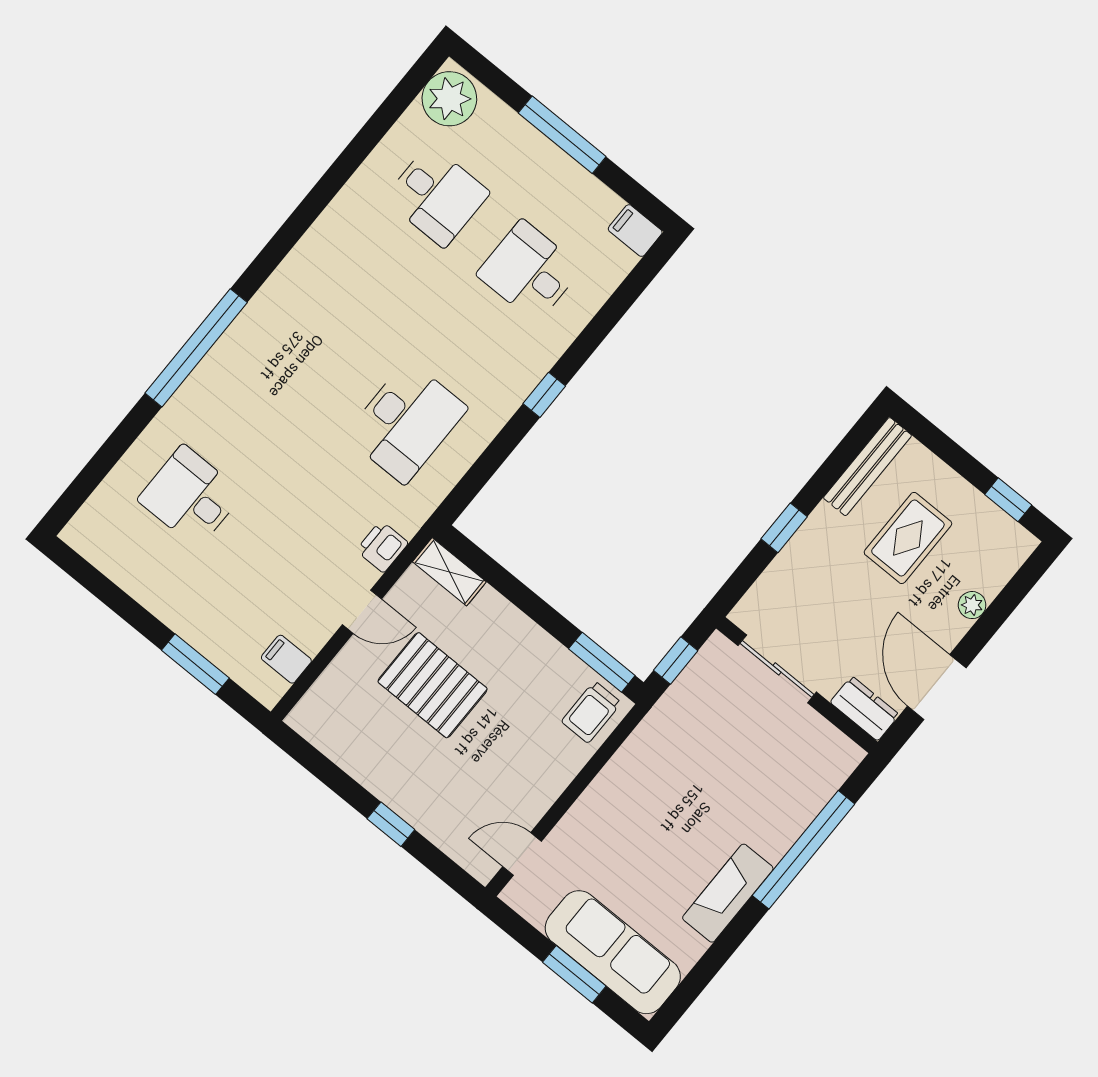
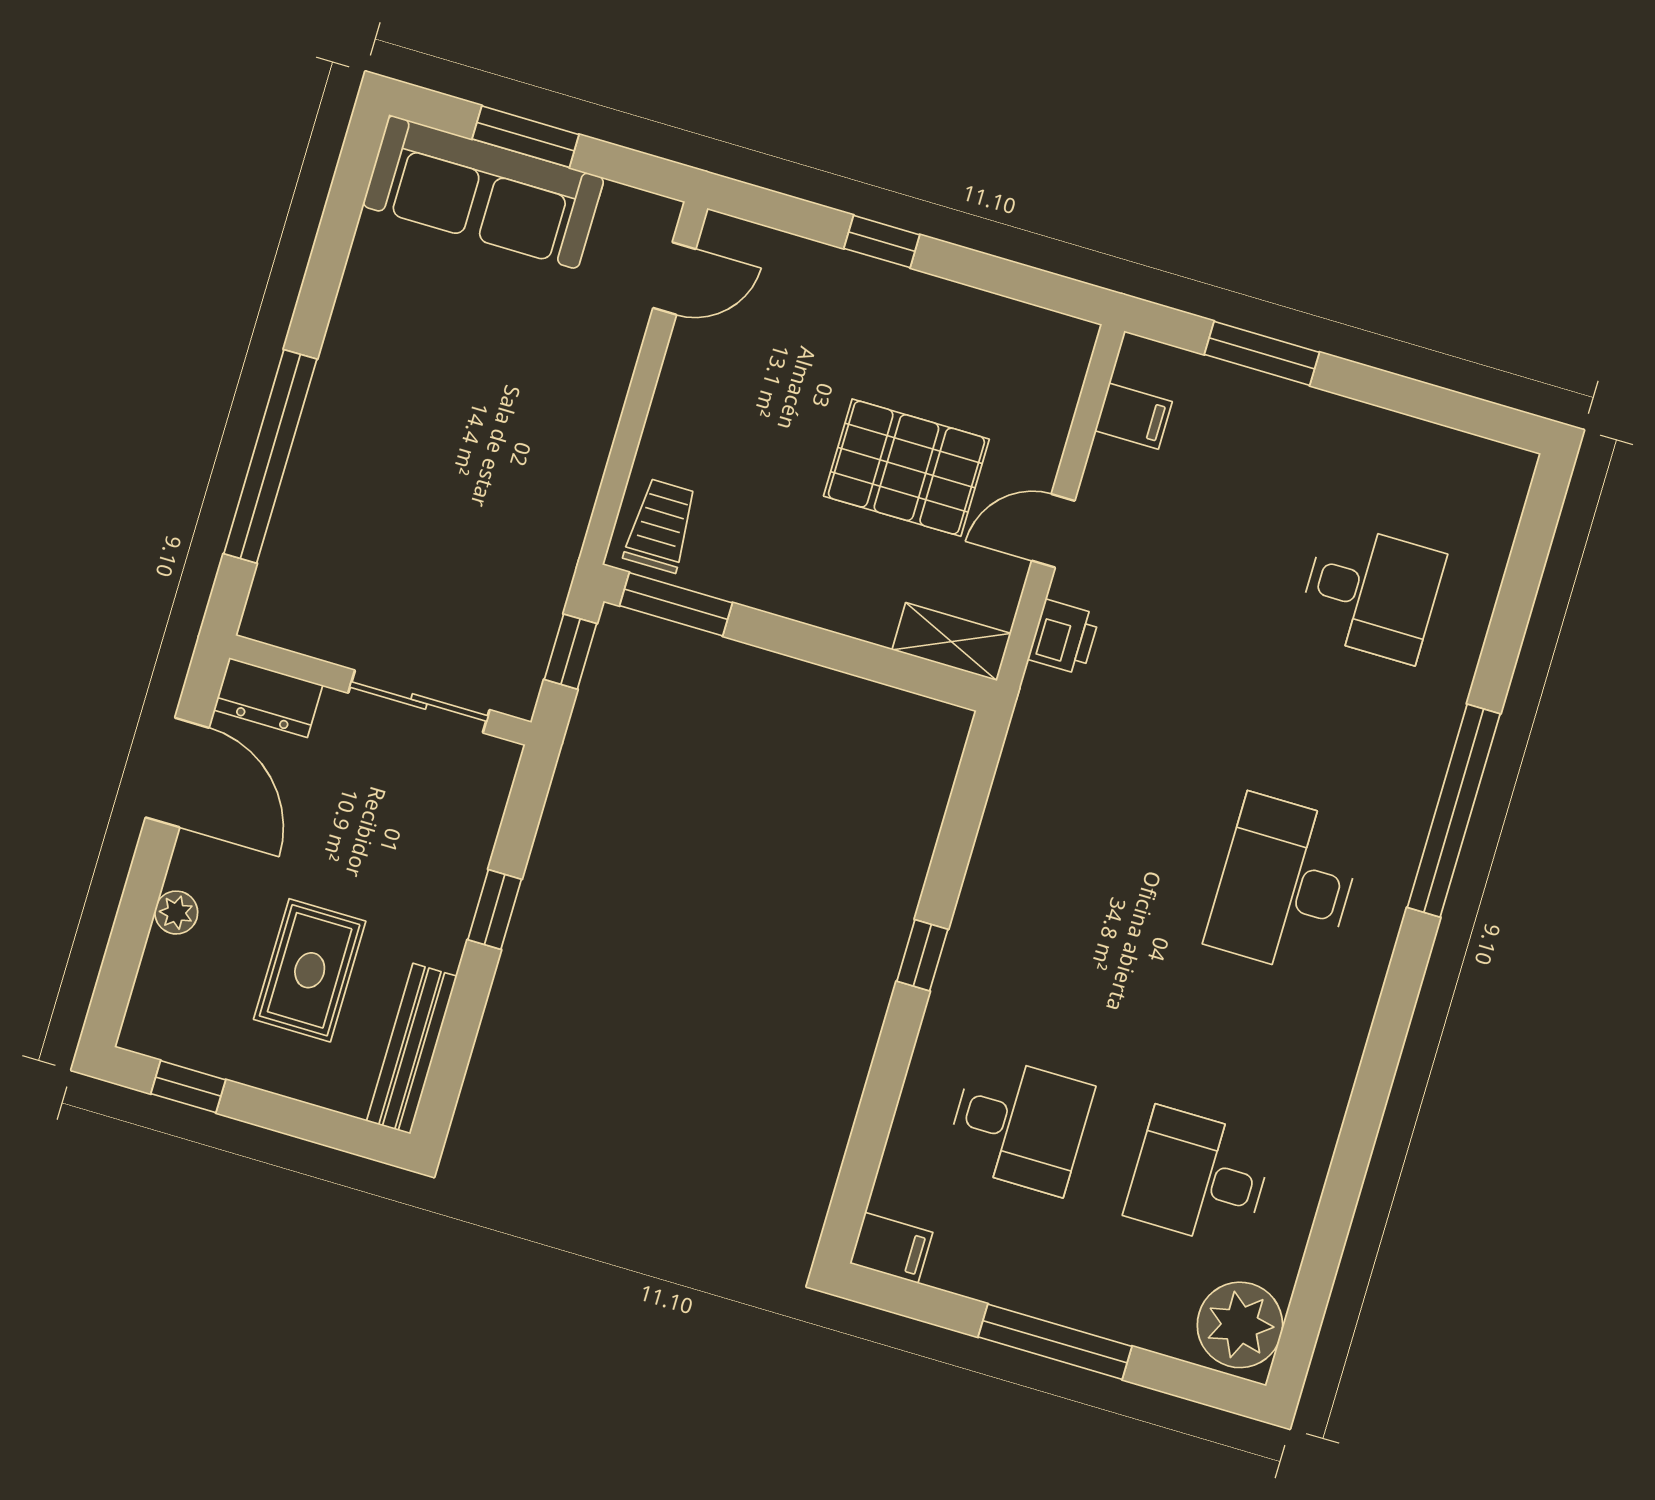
desk: (406, 422) -> (1285, 885), moved
fireplace: (728, 893) -> (353, 348), removed

